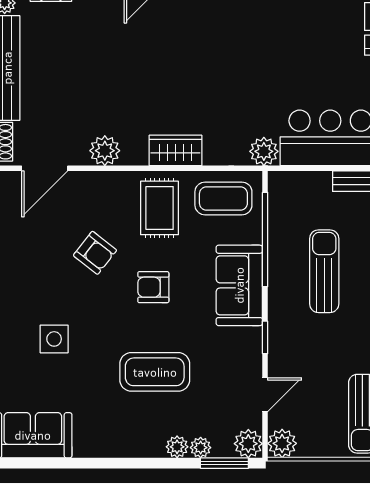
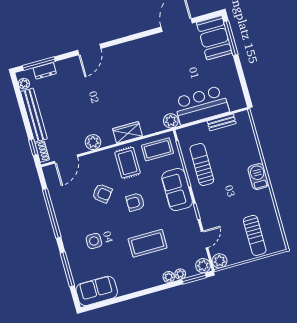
sun lounger: (324, 271) -> (202, 164), moved

